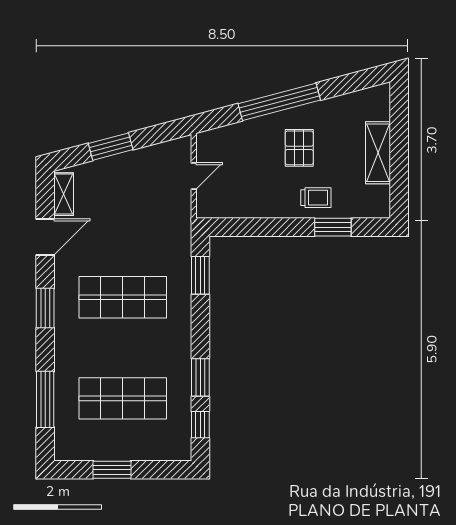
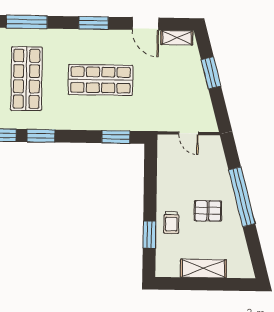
shop shelf: (123, 297) -> (101, 80), turned 90

